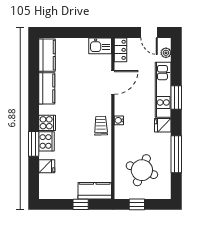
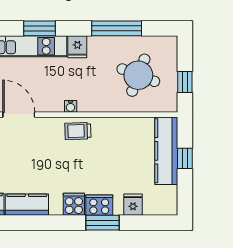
kitchen counter: (95, 191) -> (166, 151), width x1.50

